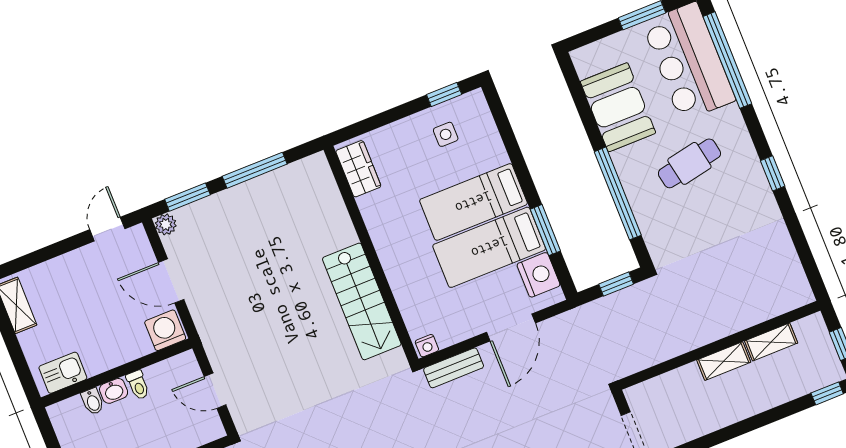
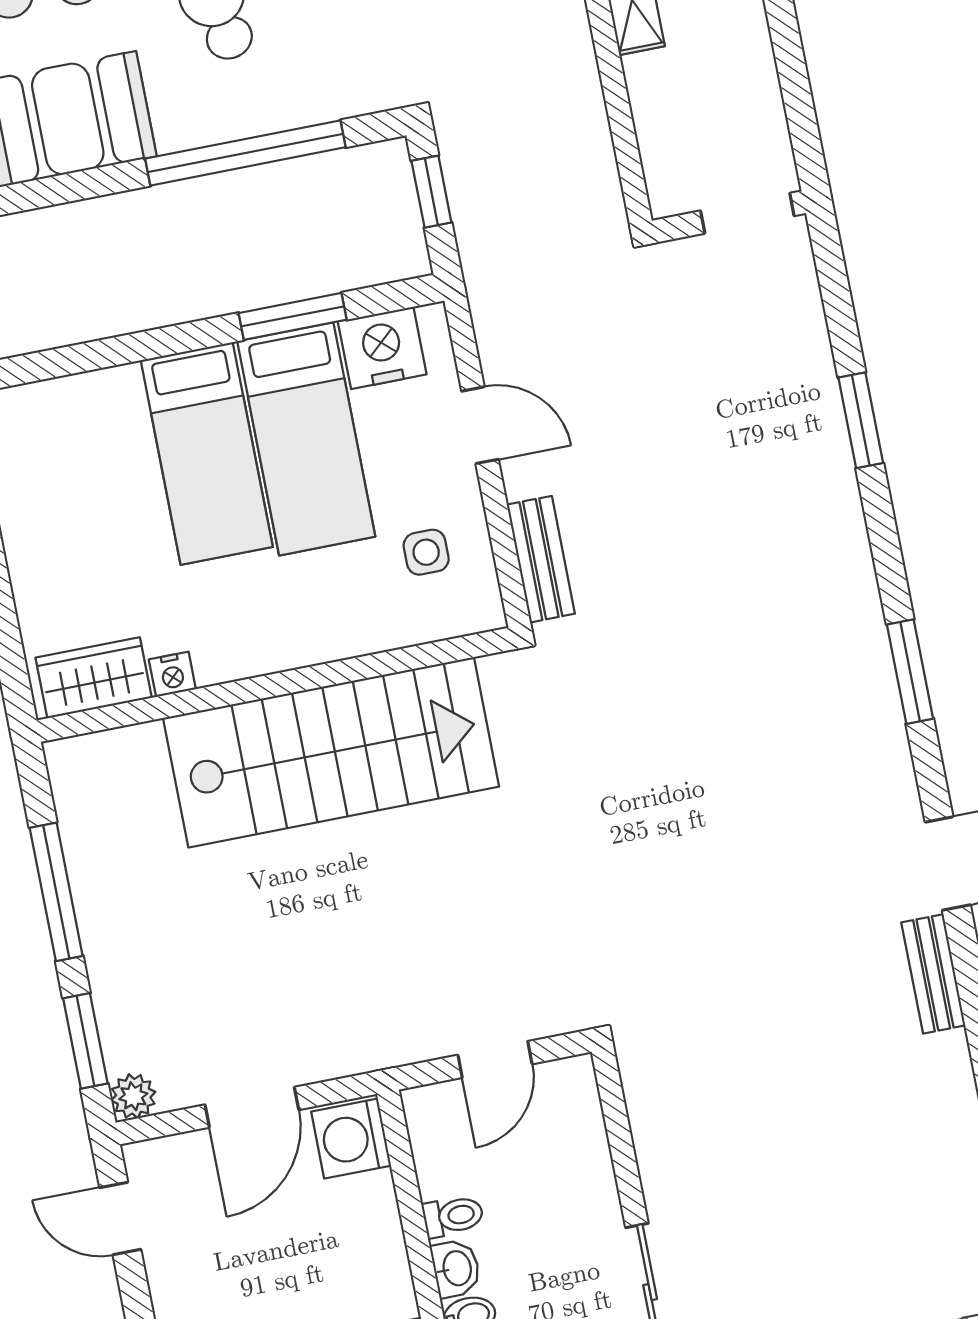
side table: (446, 134) -> (426, 552), moved
stairs: (362, 301) -> (331, 752), width x1.36, depth x1.51
door: (511, 328) -> (480, 425), width x0.73
nightstand: (427, 346) -> (172, 674), moved, turned 90

